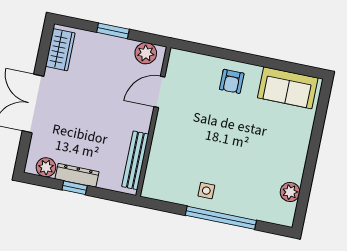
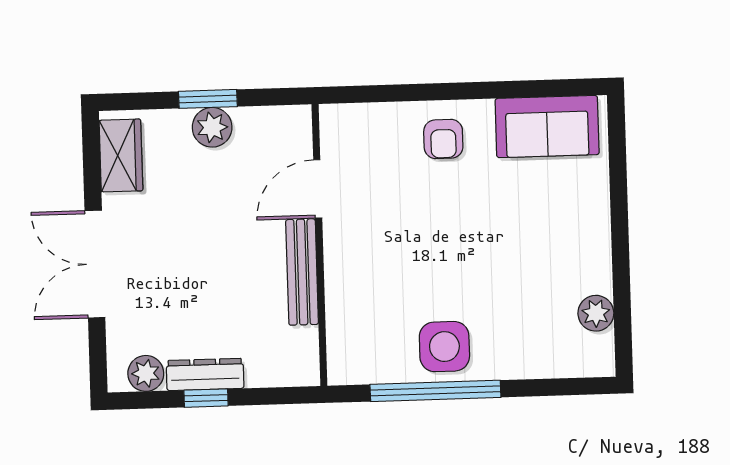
plant: (146, 53) -> (212, 127), moved
bench: (135, 160) -> (302, 272), moved
side table: (206, 191) -> (444, 347), width x1.87, depth x1.87
window: (221, 218) -> (435, 391), moved

